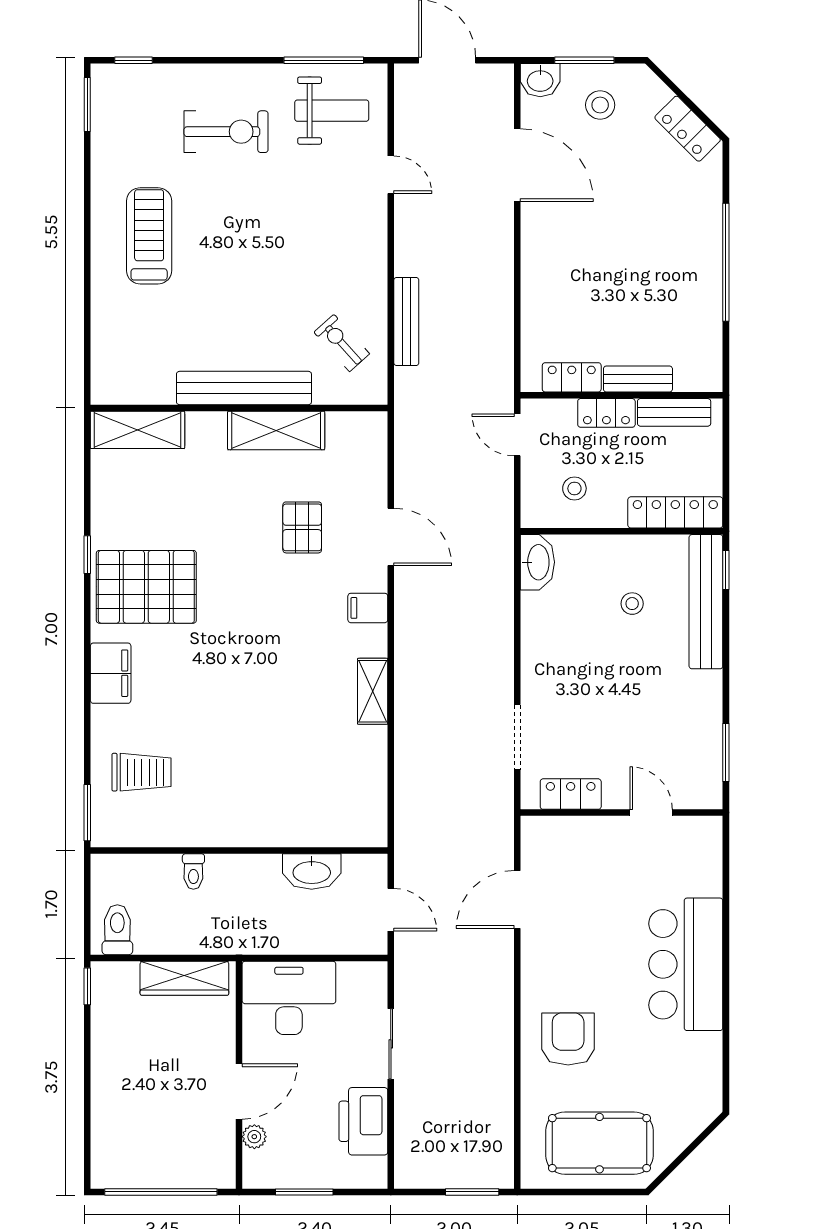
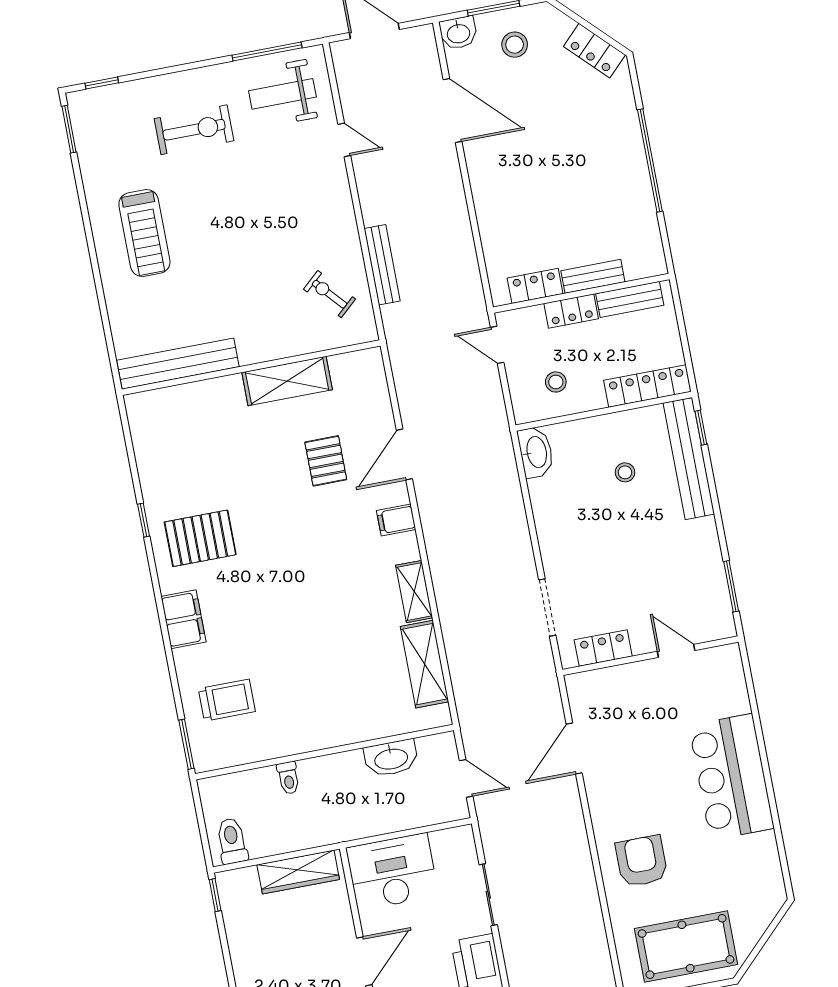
weight bench: (332, 111) -> (282, 94), turned 180
treadmill: (149, 236) -> (144, 233), turned 180
bench: (244, 388) -> (178, 364), moved
shelving: (137, 430) -> (424, 664), moved, turned 90
door: (391, 537) -> (404, 454), swing flipped
pallet: (146, 587) -> (200, 538), width x0.73, depth x0.71

